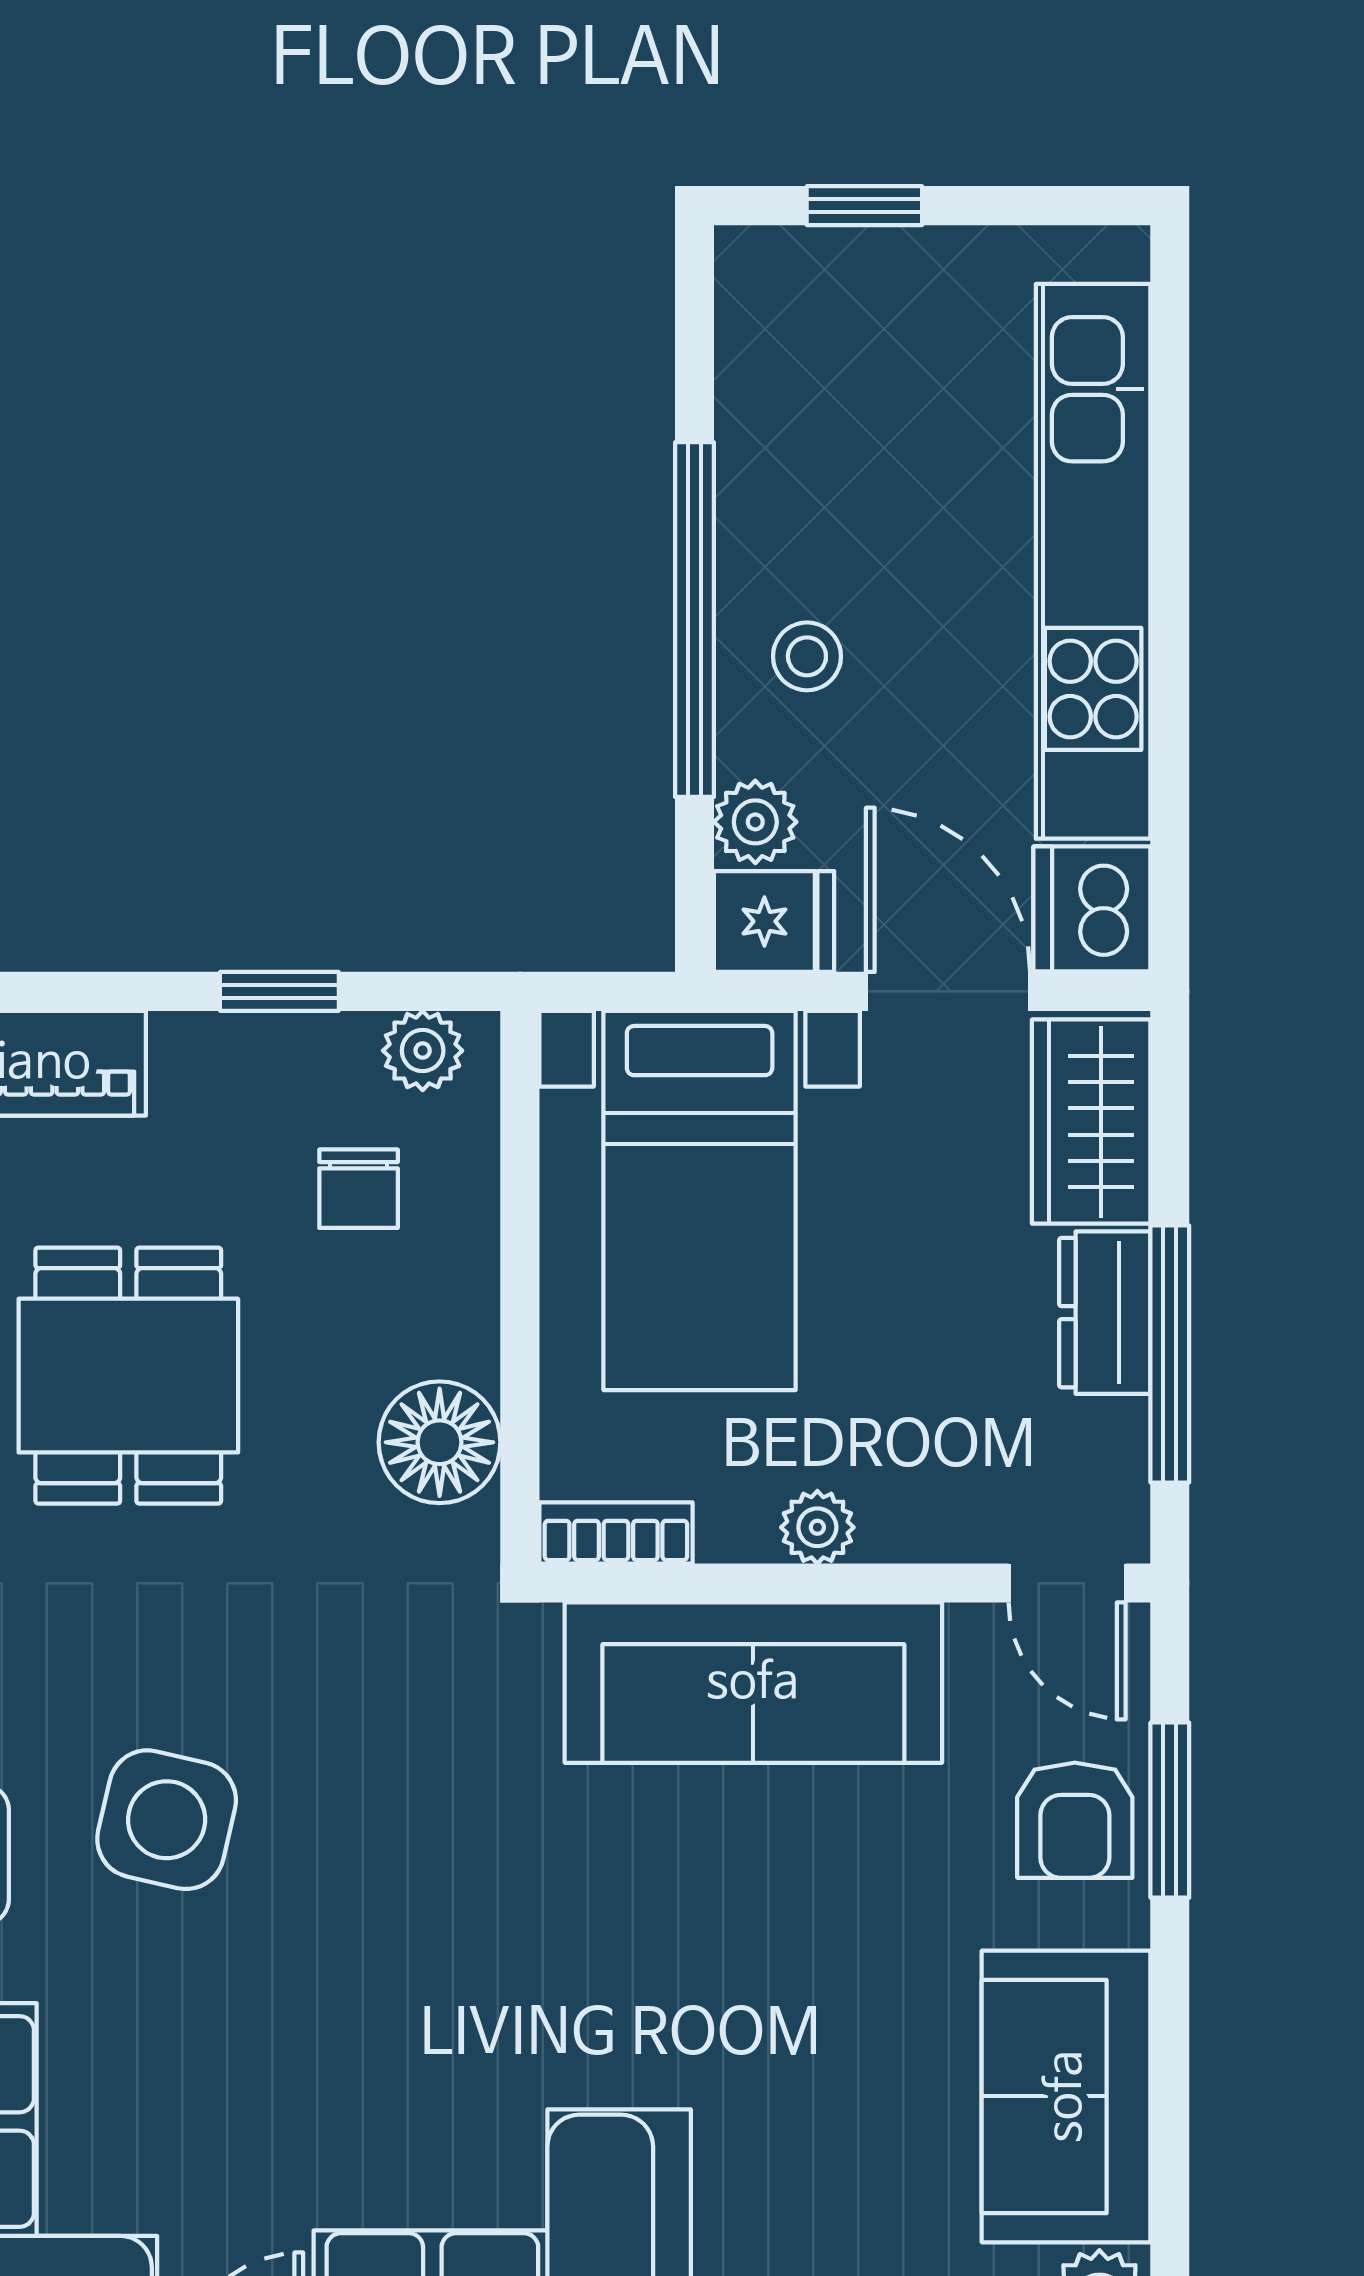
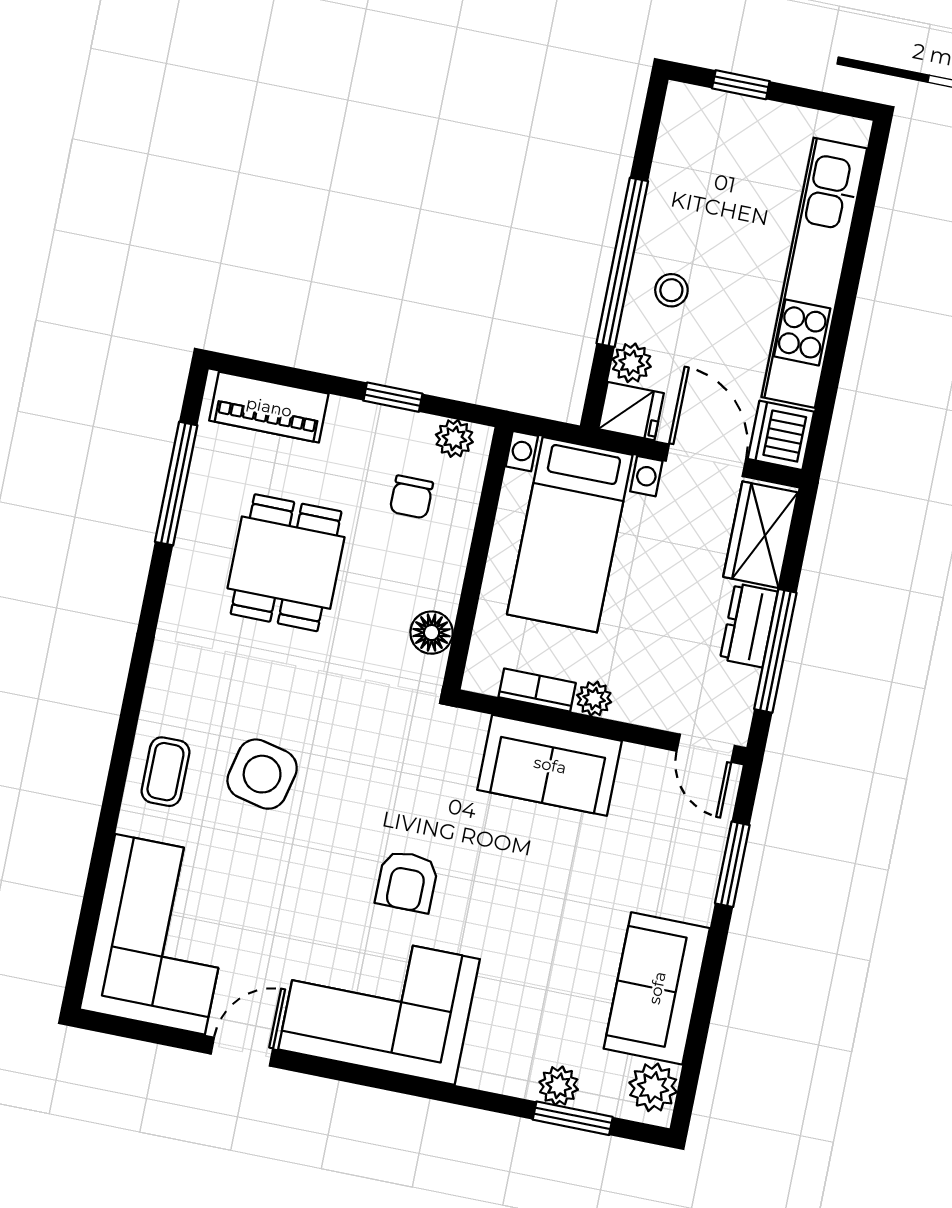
floor lamp: (440, 1442) -> (432, 633), width x0.73, depth x0.73
bookcase: (616, 1533) -> (537, 690), moved
sofa: (753, 1683) -> (550, 765), width x0.73
armchair: (1075, 1820) -> (407, 881), moved

